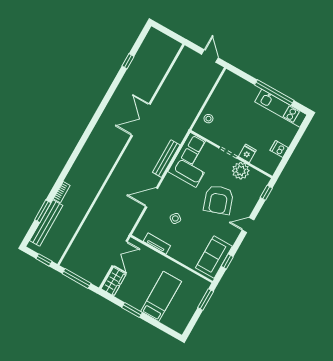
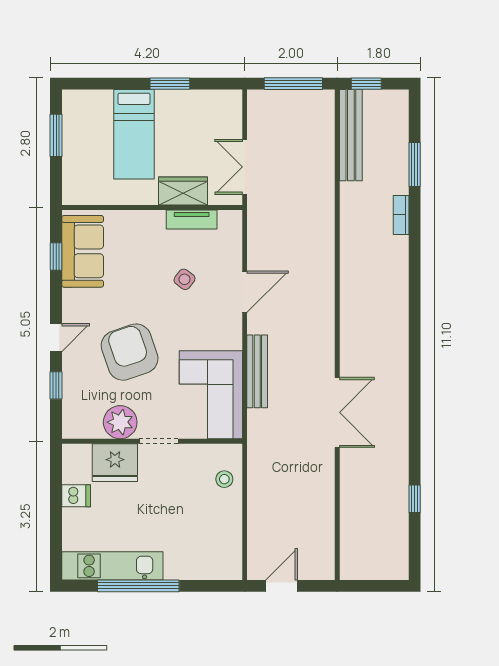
door: (210, 56) -> (282, 586), swing flipped
fridge: (247, 153) -> (115, 463), width x1.88, depth x1.34
window: (266, 193) -> (56, 385), moved
bench: (46, 223) -> (351, 135), moved
wardrobe: (114, 282) -> (183, 191), moved, turned 90
window: (206, 300) -> (56, 135), moved

